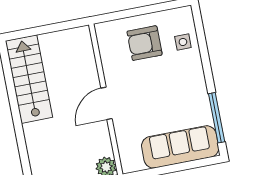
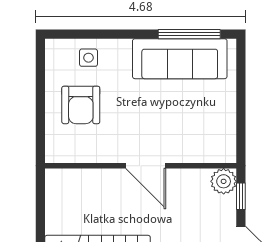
sofa: (180, 147) -> (180, 59), moved, turned -90

